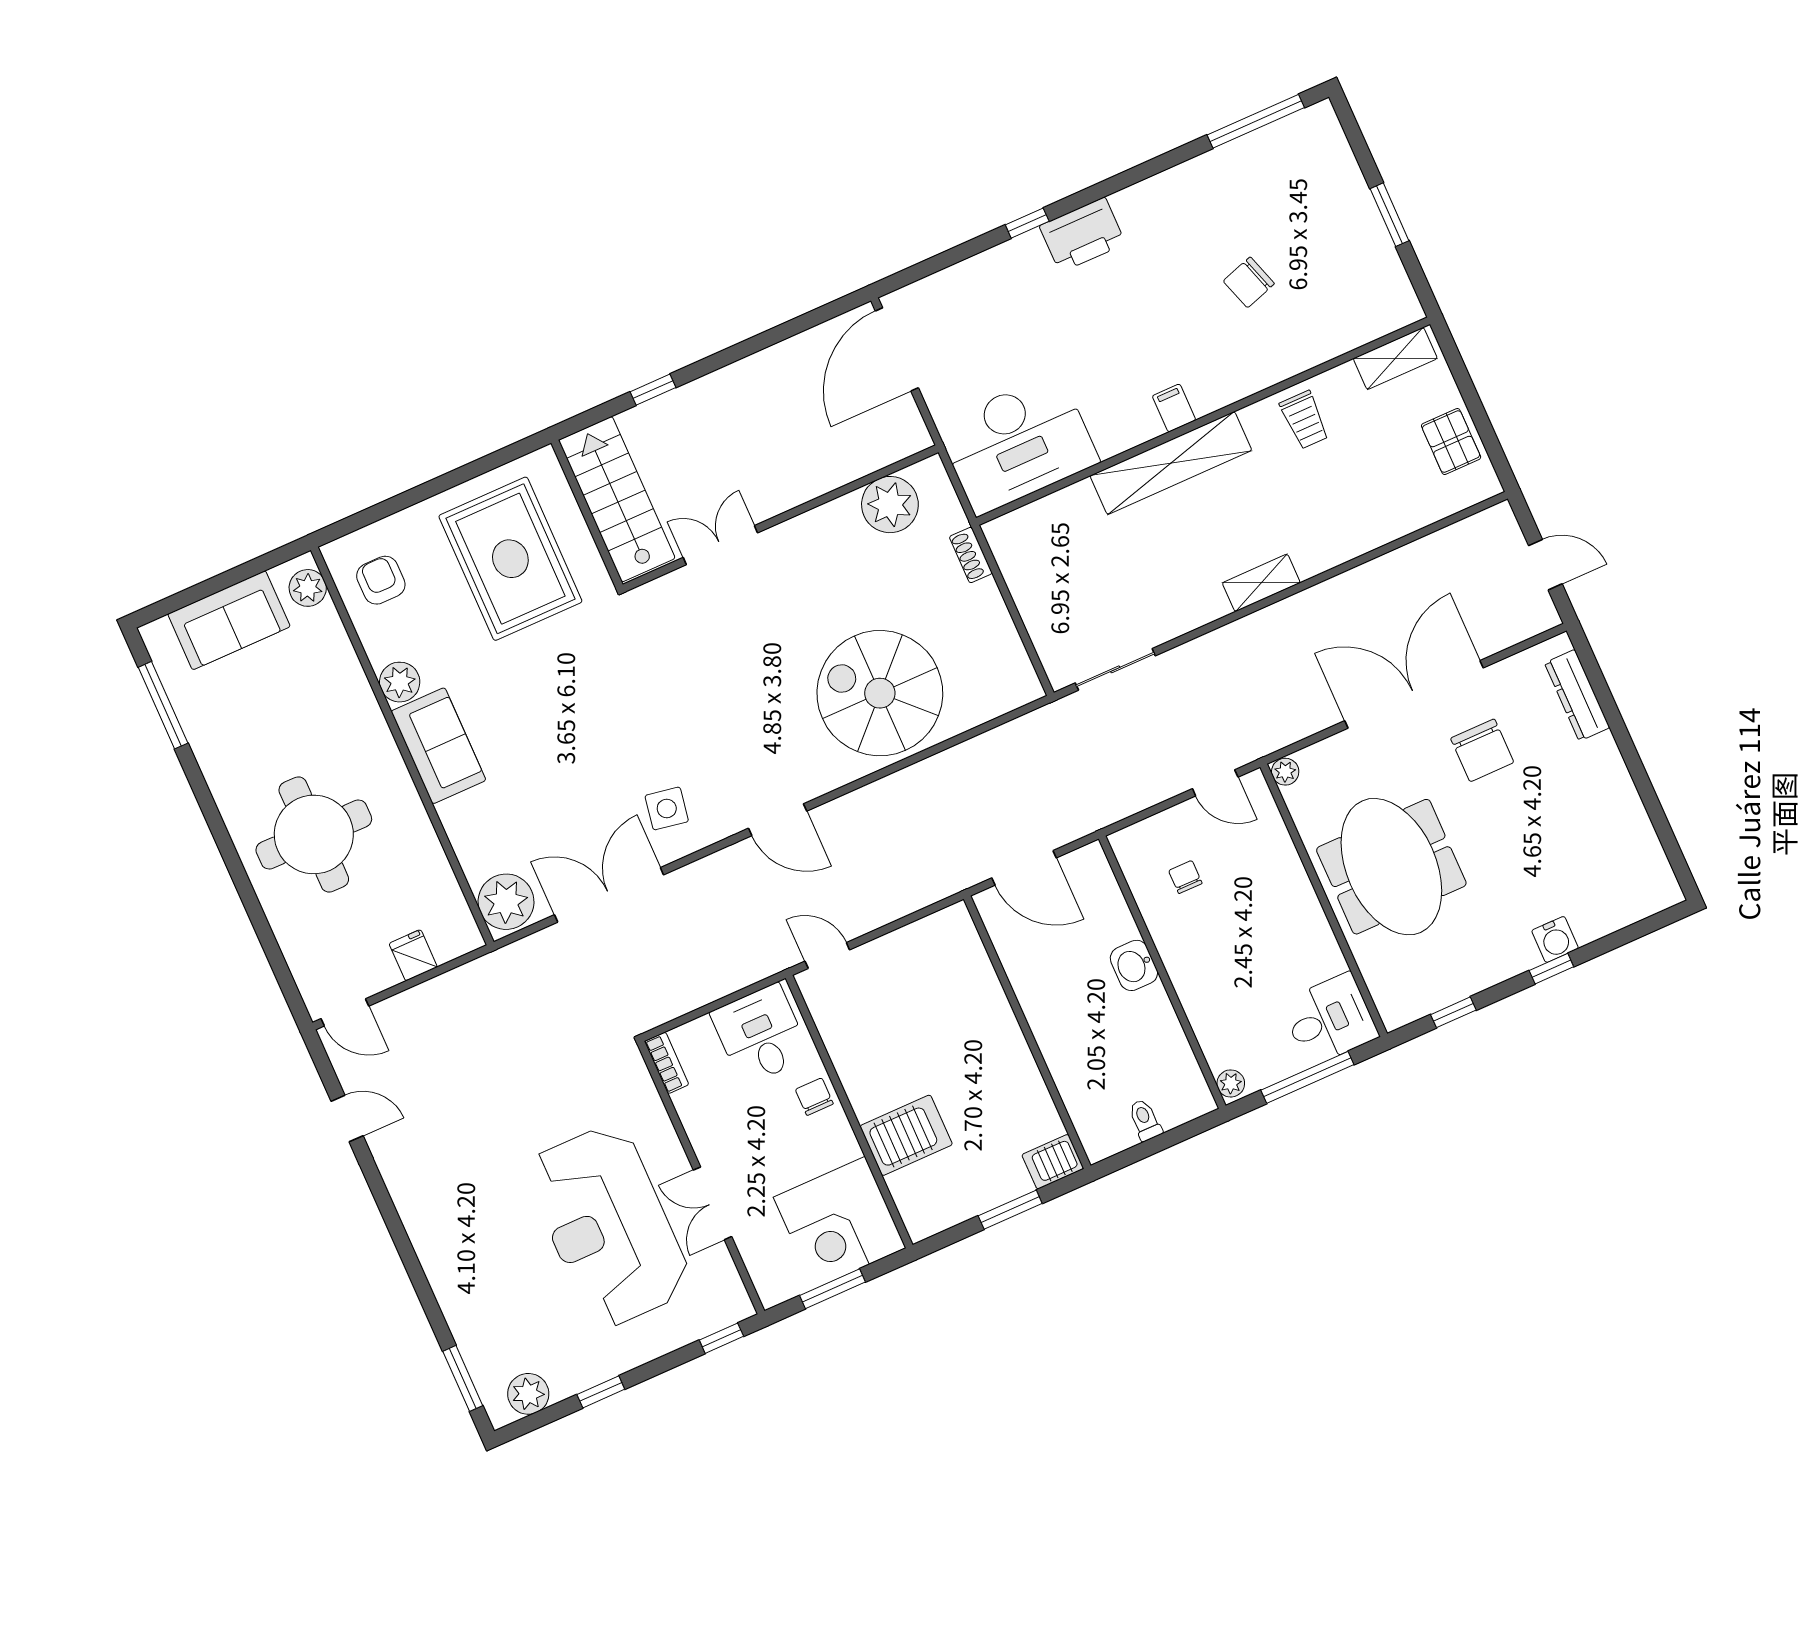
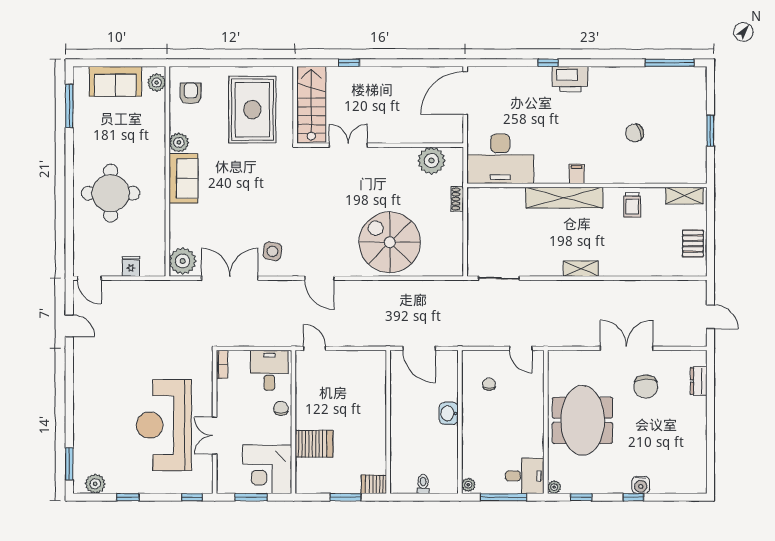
double door: (1414, 694) -> (627, 348), width x0.73
dresser: (1577, 695) -> (699, 381), width x0.70
plant: (1285, 772) -> (554, 487), moved

